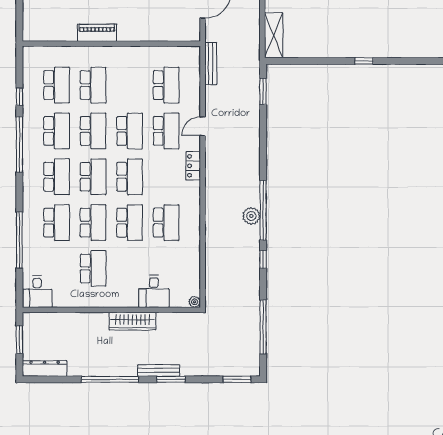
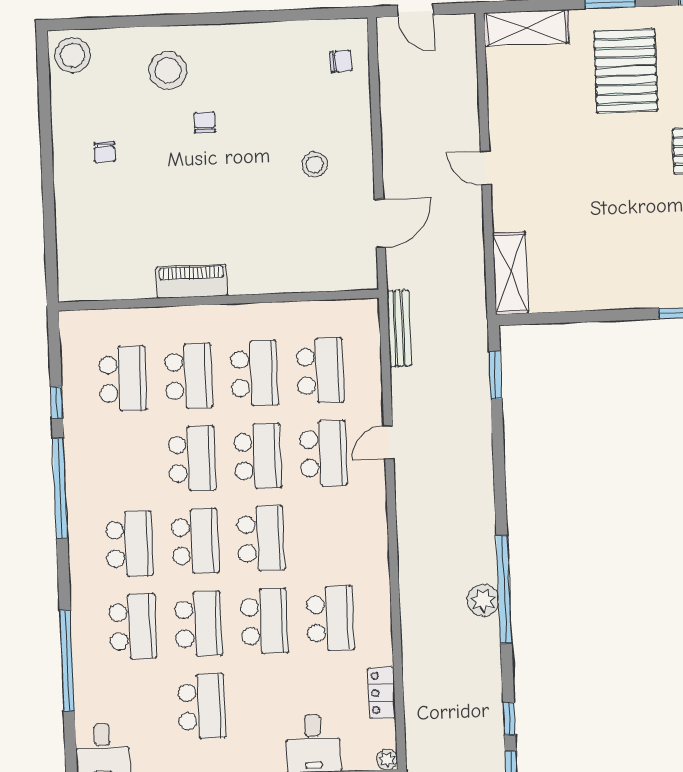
school desk: (57, 131) -> (254, 373), moved
locker: (193, 166) -> (382, 693), moved
window: (263, 259) -> (509, 719), moved

